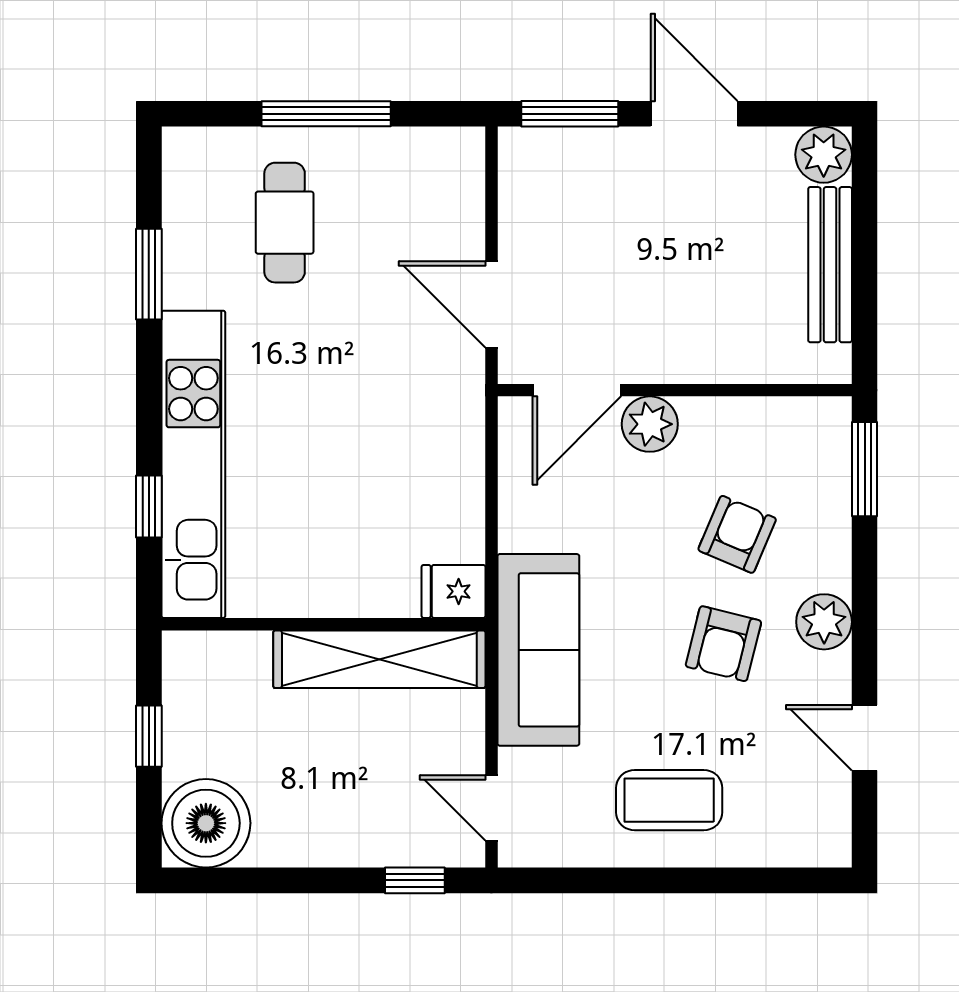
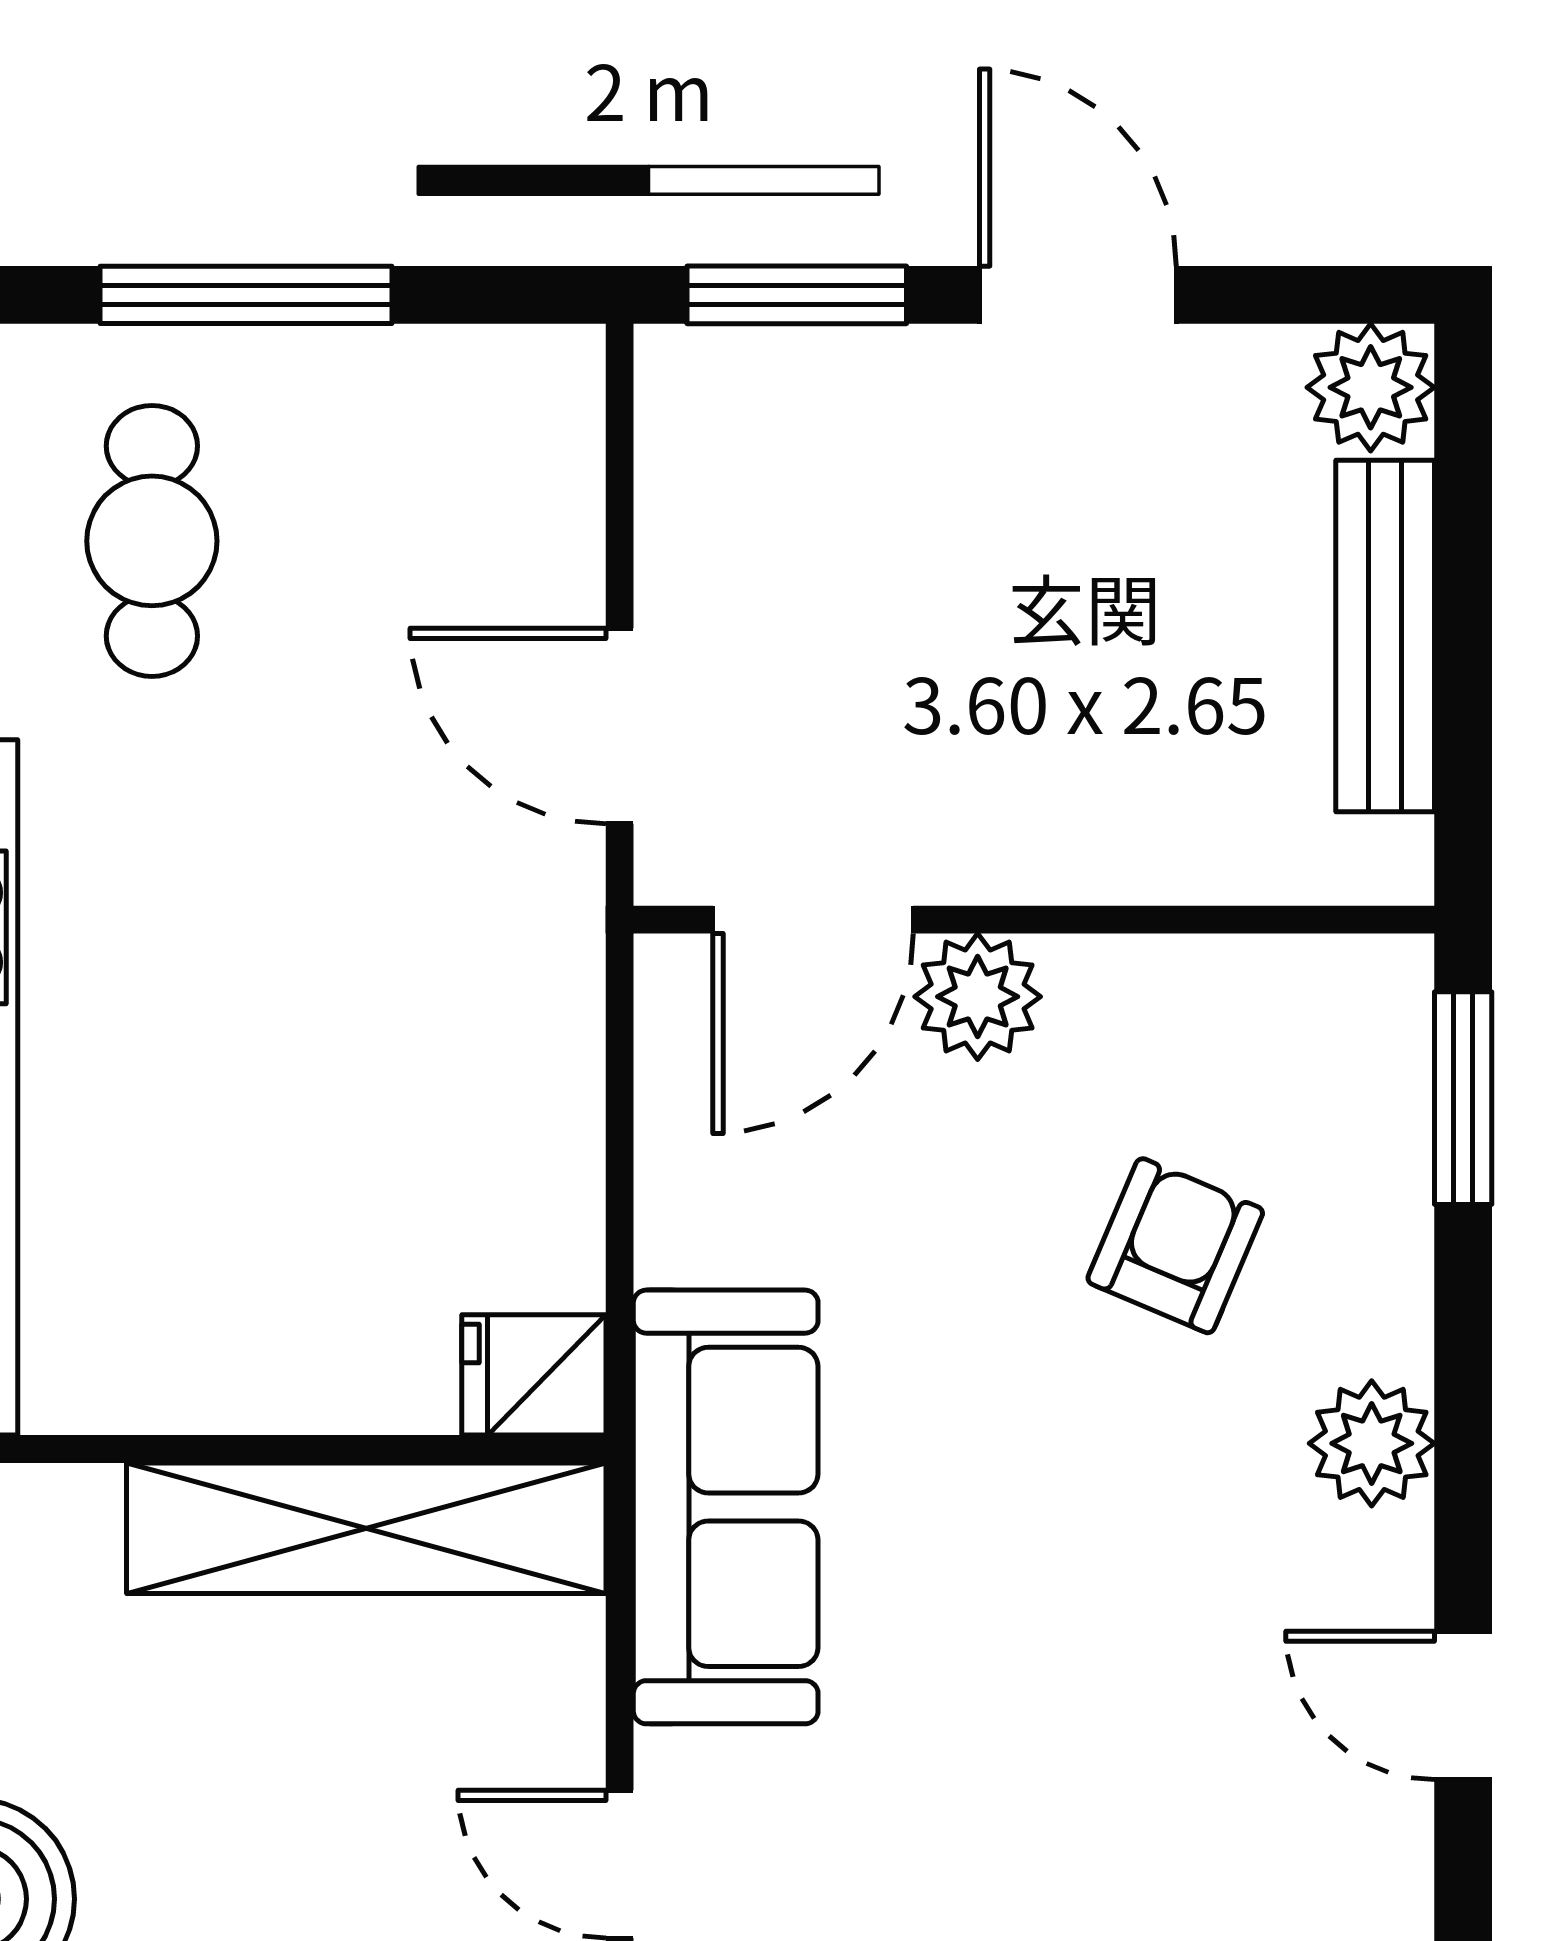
armchair: (723, 644) -> (1144, 1493), removed
coffee table: (669, 800) -> (1022, 1847), removed

